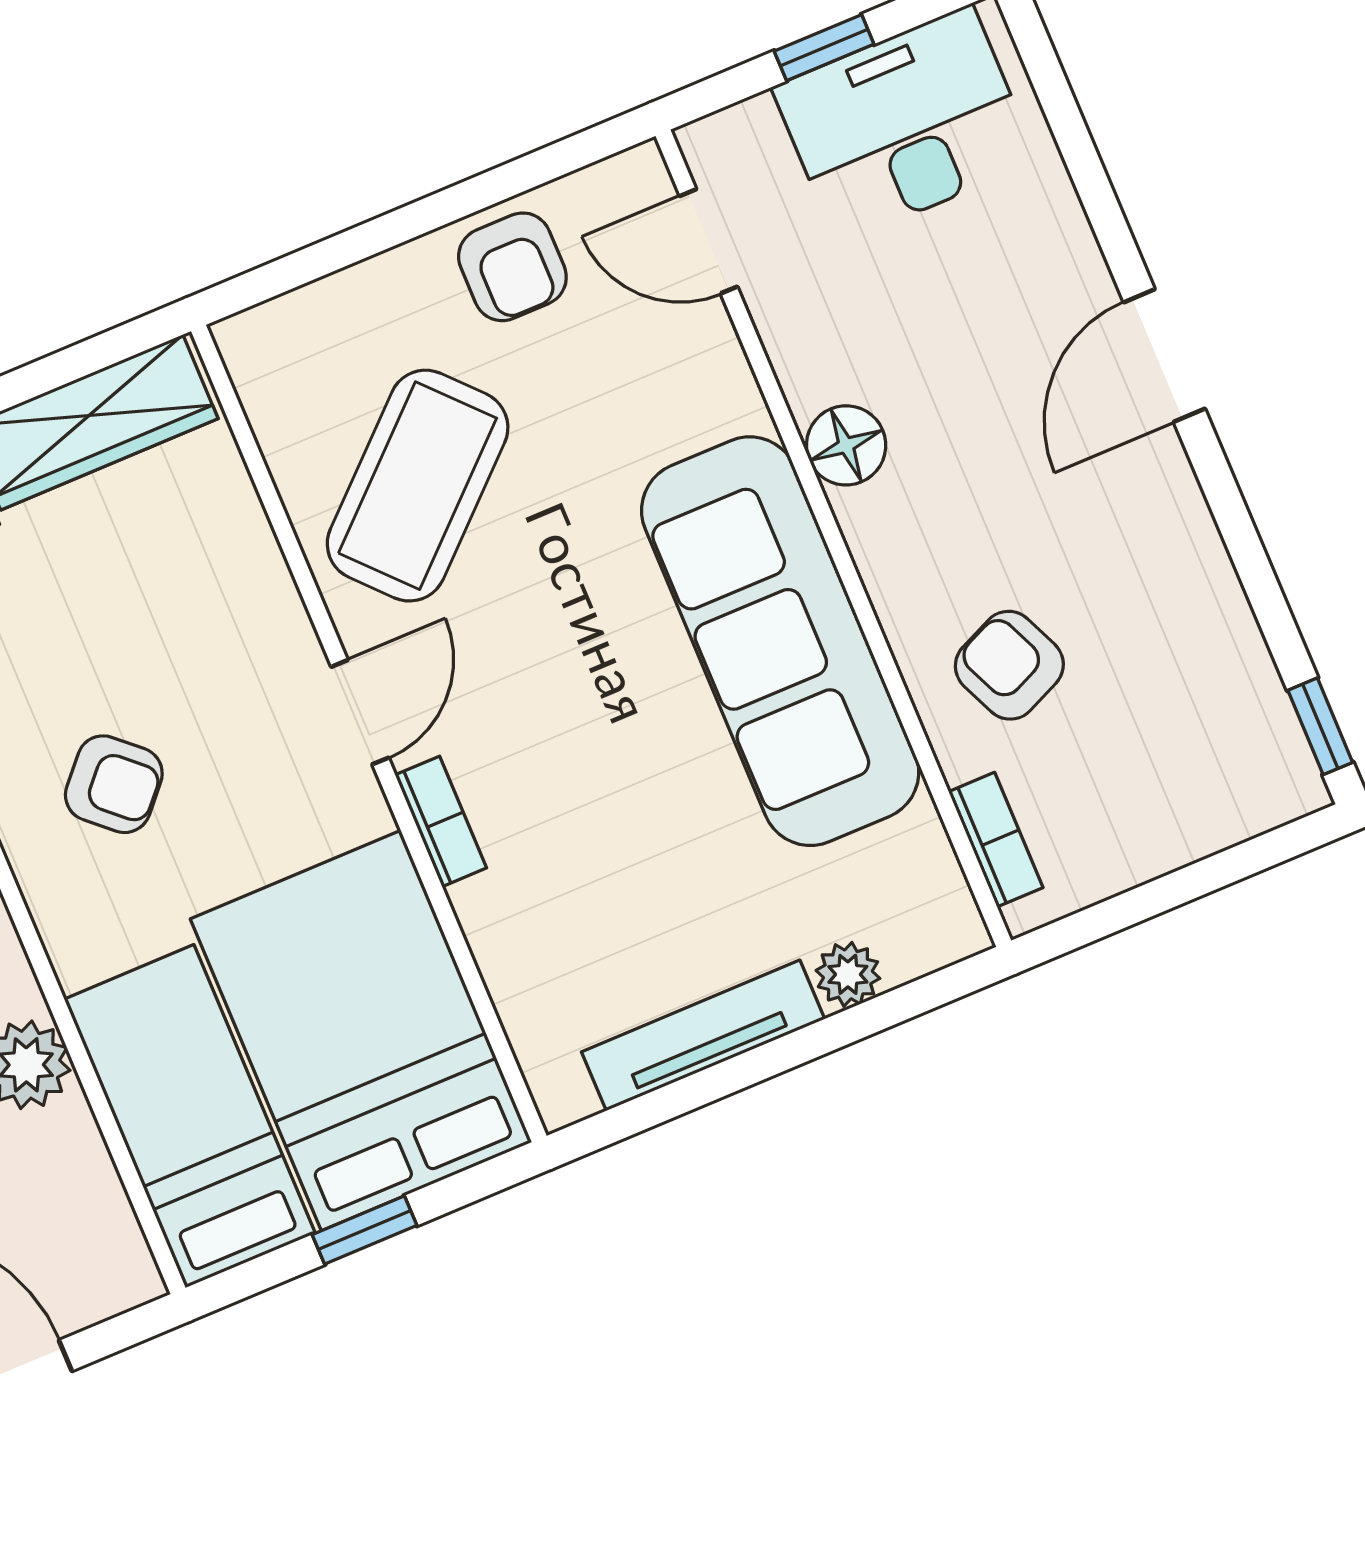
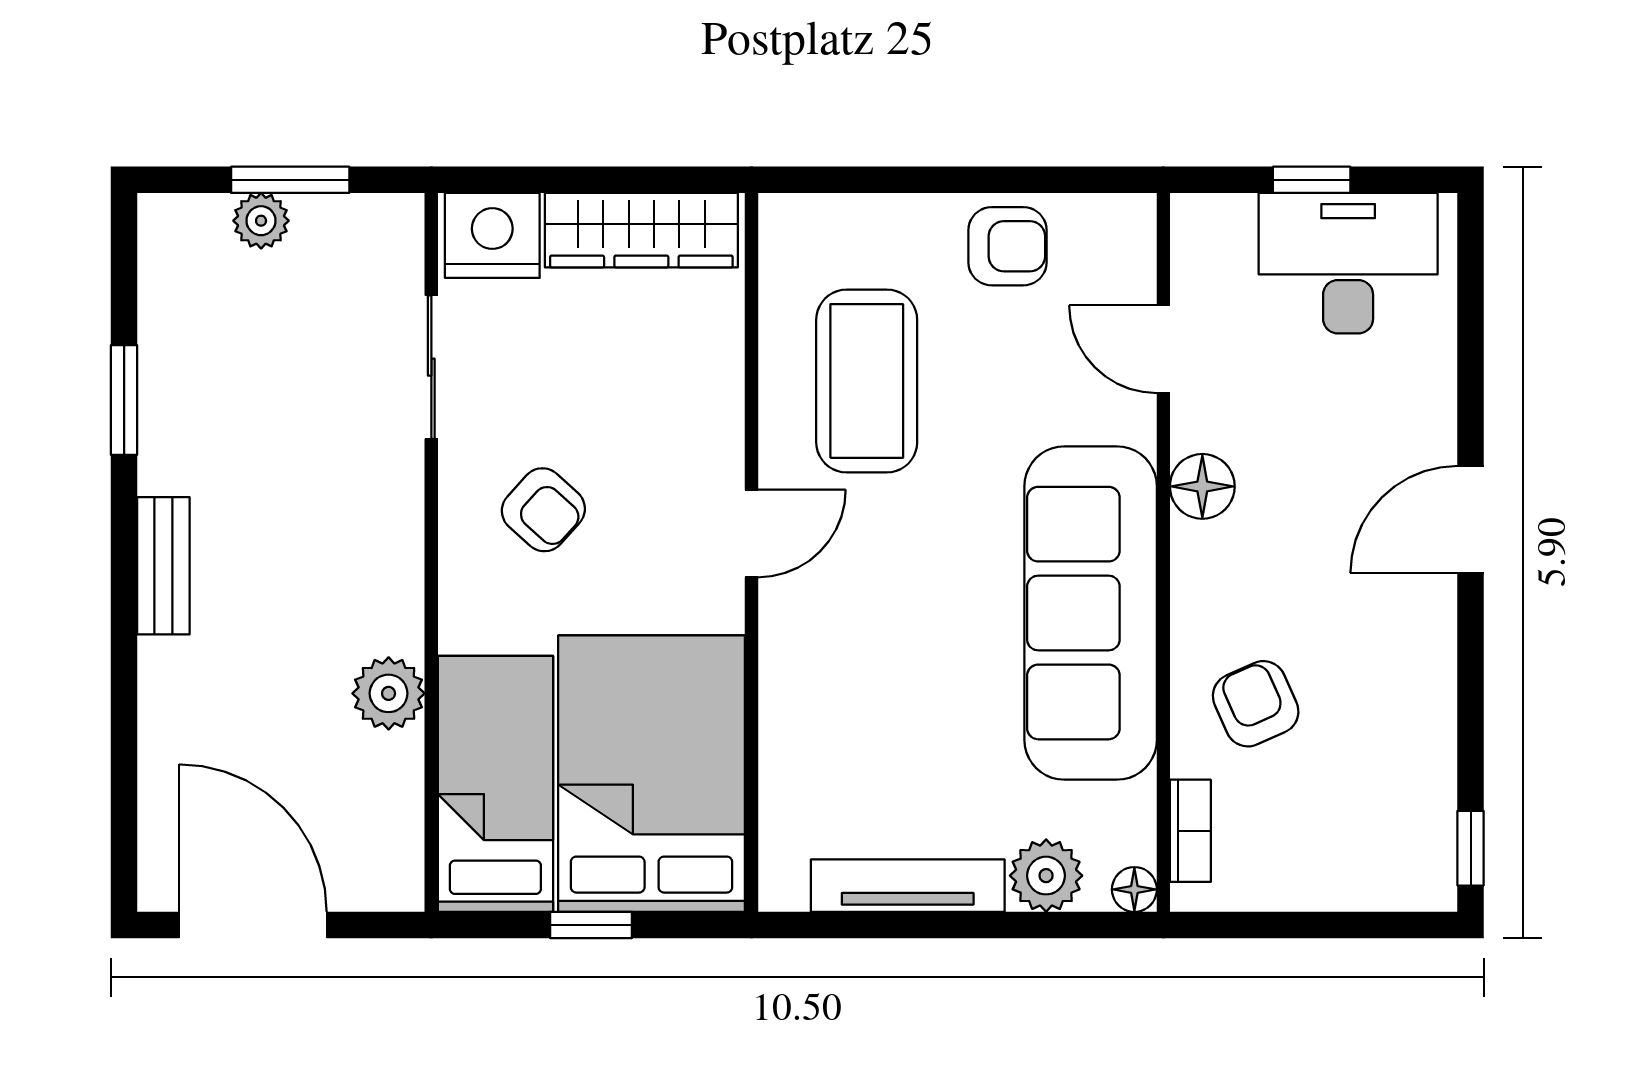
door: (709, 241) -> (1163, 349), moved
armchair: (512, 267) -> (1007, 246), turned -90
coffee table: (418, 486) -> (867, 381), turned -47
bookcase: (441, 821) -> (778, 641), removed
floor lamp: (961, 932) -> (1134, 889), added
plant: (848, 974) -> (1046, 876), width x1.38, depth x1.38

